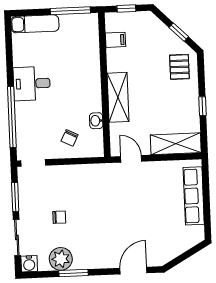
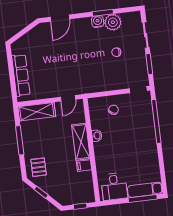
window: (70, 11) -> (143, 199), moved
filing cabinet: (115, 40) -> (84, 166), moved
desk: (32, 84) -> (114, 187), moved, turned 90
window: (202, 106) -> (20, 140), width x2.17
washbasin: (96, 121) -> (97, 136), moved
door: (131, 159) -> (68, 98), hinge flipped
water cooler: (29, 264) -> (98, 22), moved

